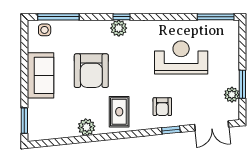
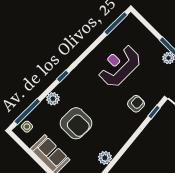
plant: (119, 28) -> (53, 99), moved
armchair: (162, 107) -> (136, 104), turned -90
rug: (119, 112) -> (115, 131), removed

